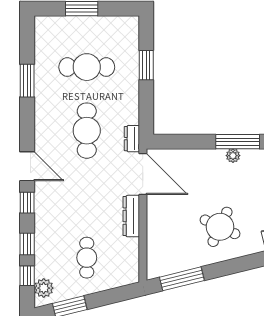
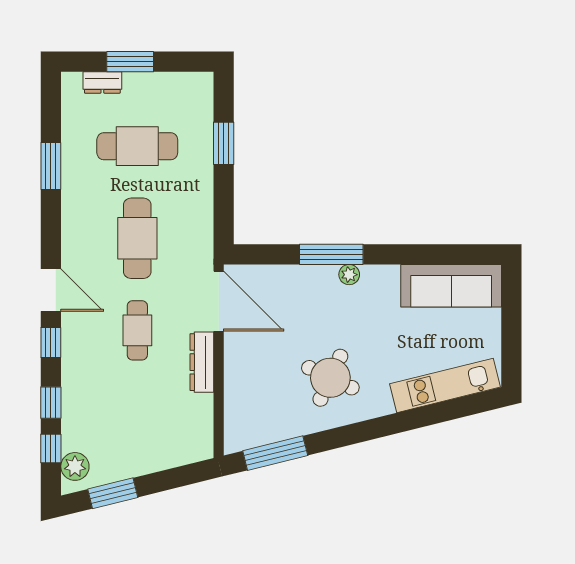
dresser: (132, 139) -> (102, 82), moved, turned -90
window: (238, 142) -> (331, 254), moved
cafe table: (87, 258) -> (137, 330), moved

